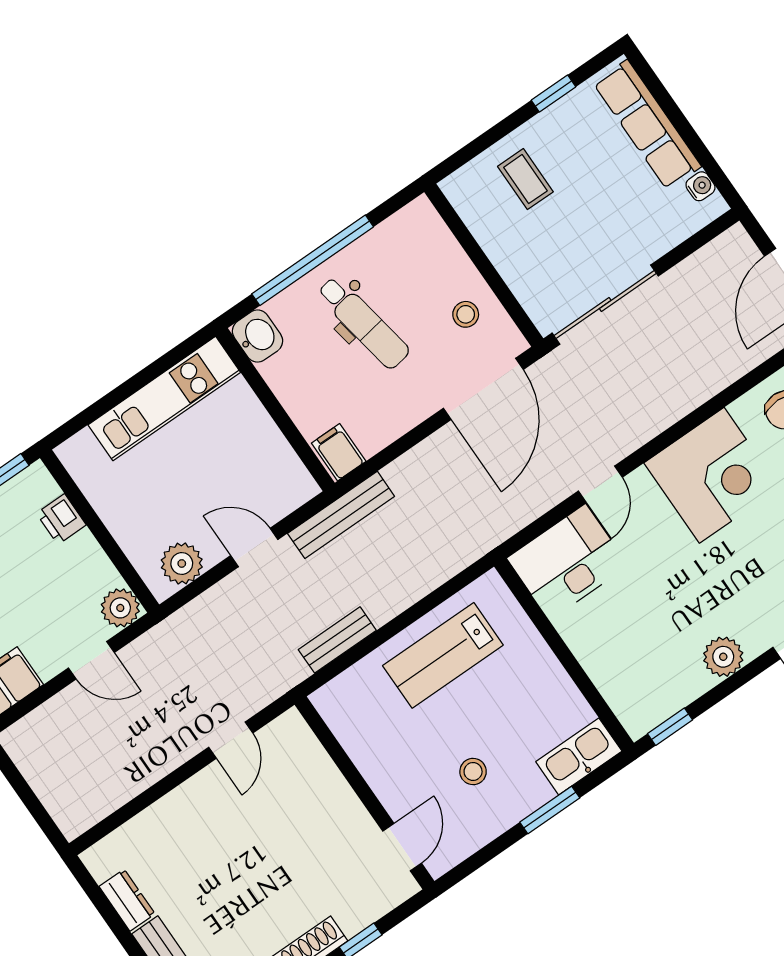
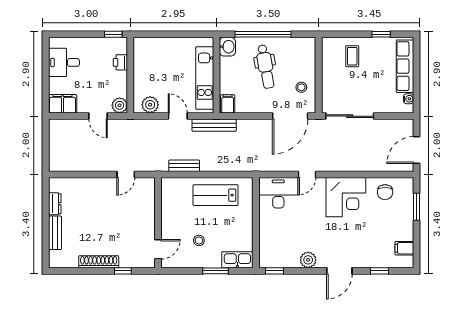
kitchen unit: (164, 399) -> (205, 78), moved, turned 90

